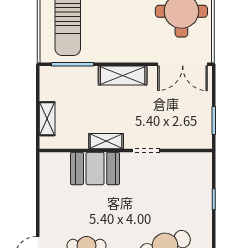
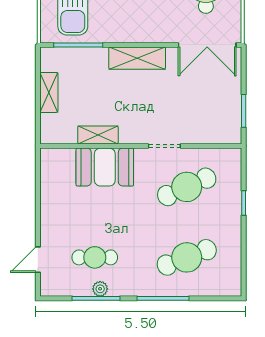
shelving: (47, 119) -> (49, 92), moved
shelving: (106, 141) -> (98, 135), moved
cafe table: (165, 185) -> (187, 187), added

